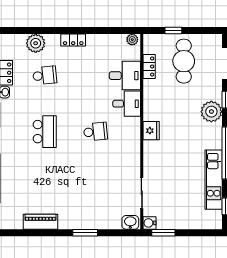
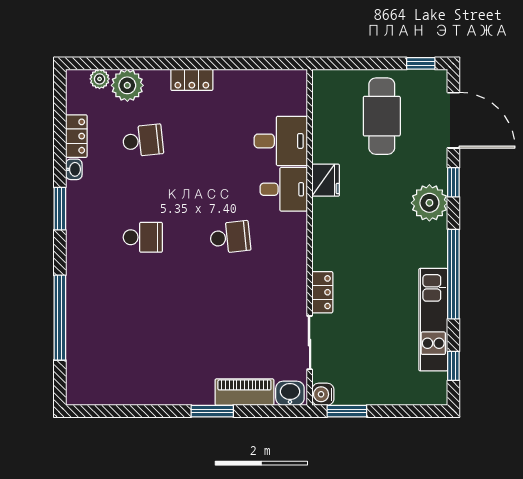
window: (173, 31) -> (421, 63), moved
plant: (132, 40) -> (100, 79), moved
locker: (149, 67) -> (322, 292), moved
fridge: (151, 131) -> (326, 180), moved
school desk: (45, 132) -> (143, 237), width x0.54
piano: (40, 222) -> (244, 392), moved

